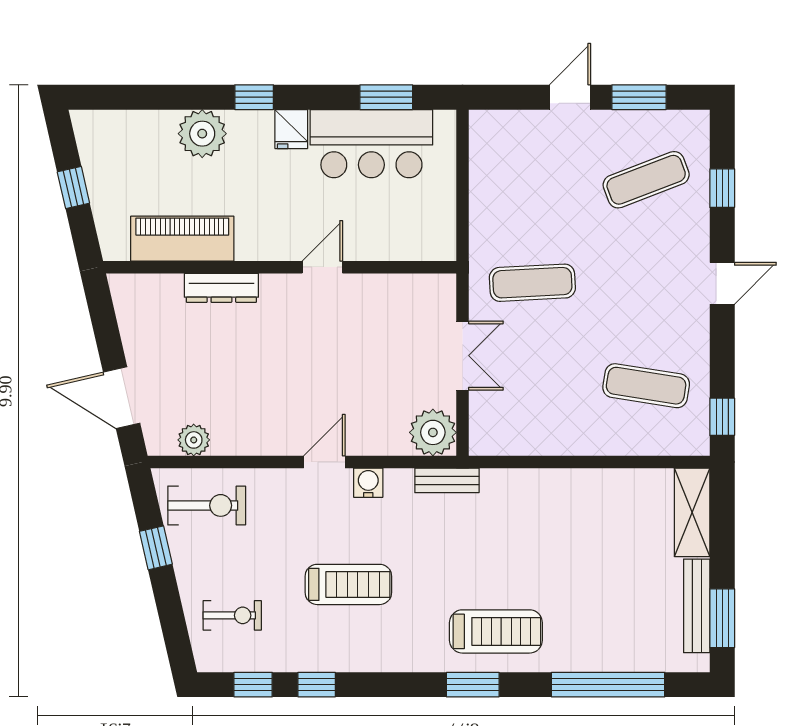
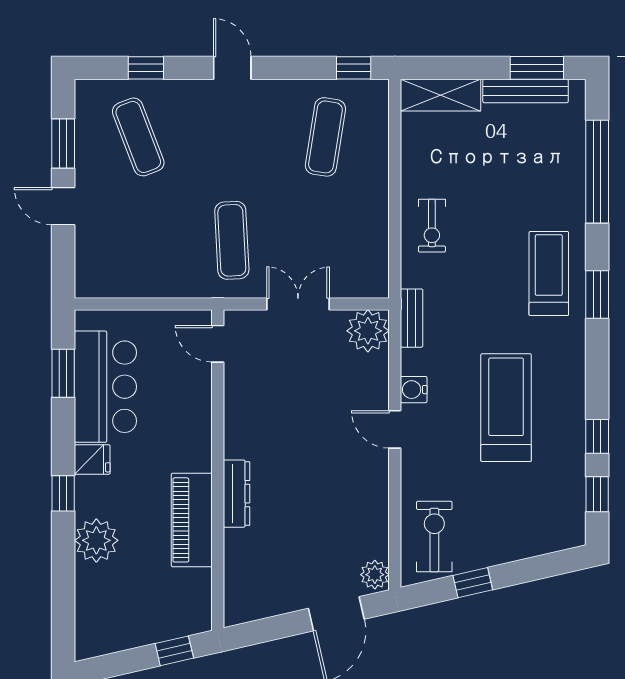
window: (73, 188) -> (174, 651), moved
piano: (182, 239) -> (192, 520), moved
door: (322, 267) -> (218, 344), moved
dresser: (221, 288) -> (237, 494), moved
plant: (194, 440) -> (375, 575), moved
treadmill: (348, 584) -> (506, 408), width x1.37, depth x1.38
exercise bike: (232, 615) -> (432, 226), moved, turned 180

